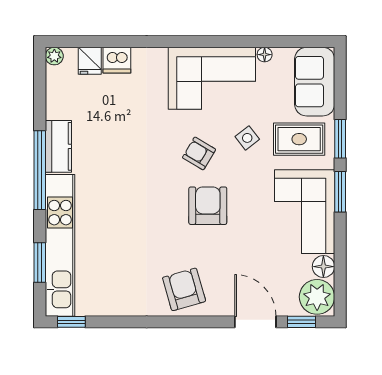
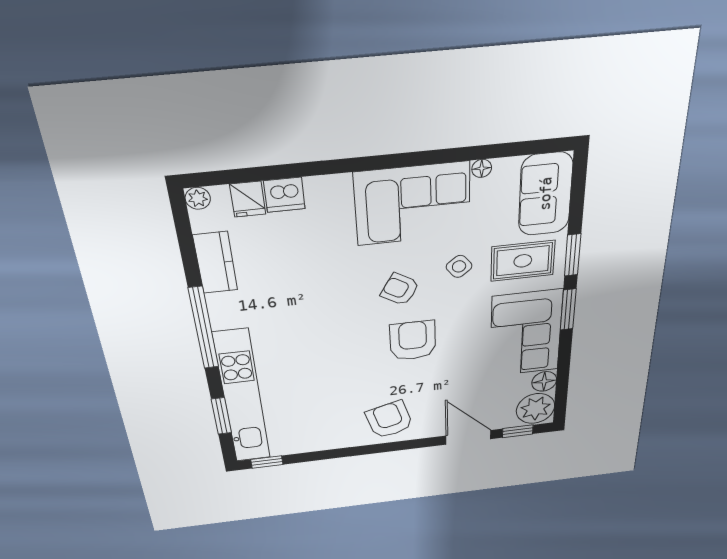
kitchen counter: (58, 146) -> (215, 263), moved

